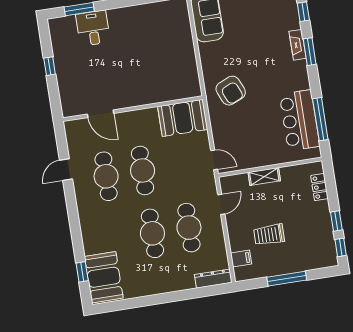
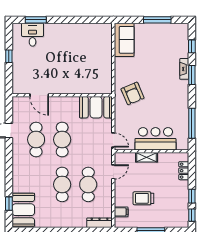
desk: (93, 28) -> (33, 35), moved
bar counter: (300, 120) -> (155, 139), moved, turned 90

